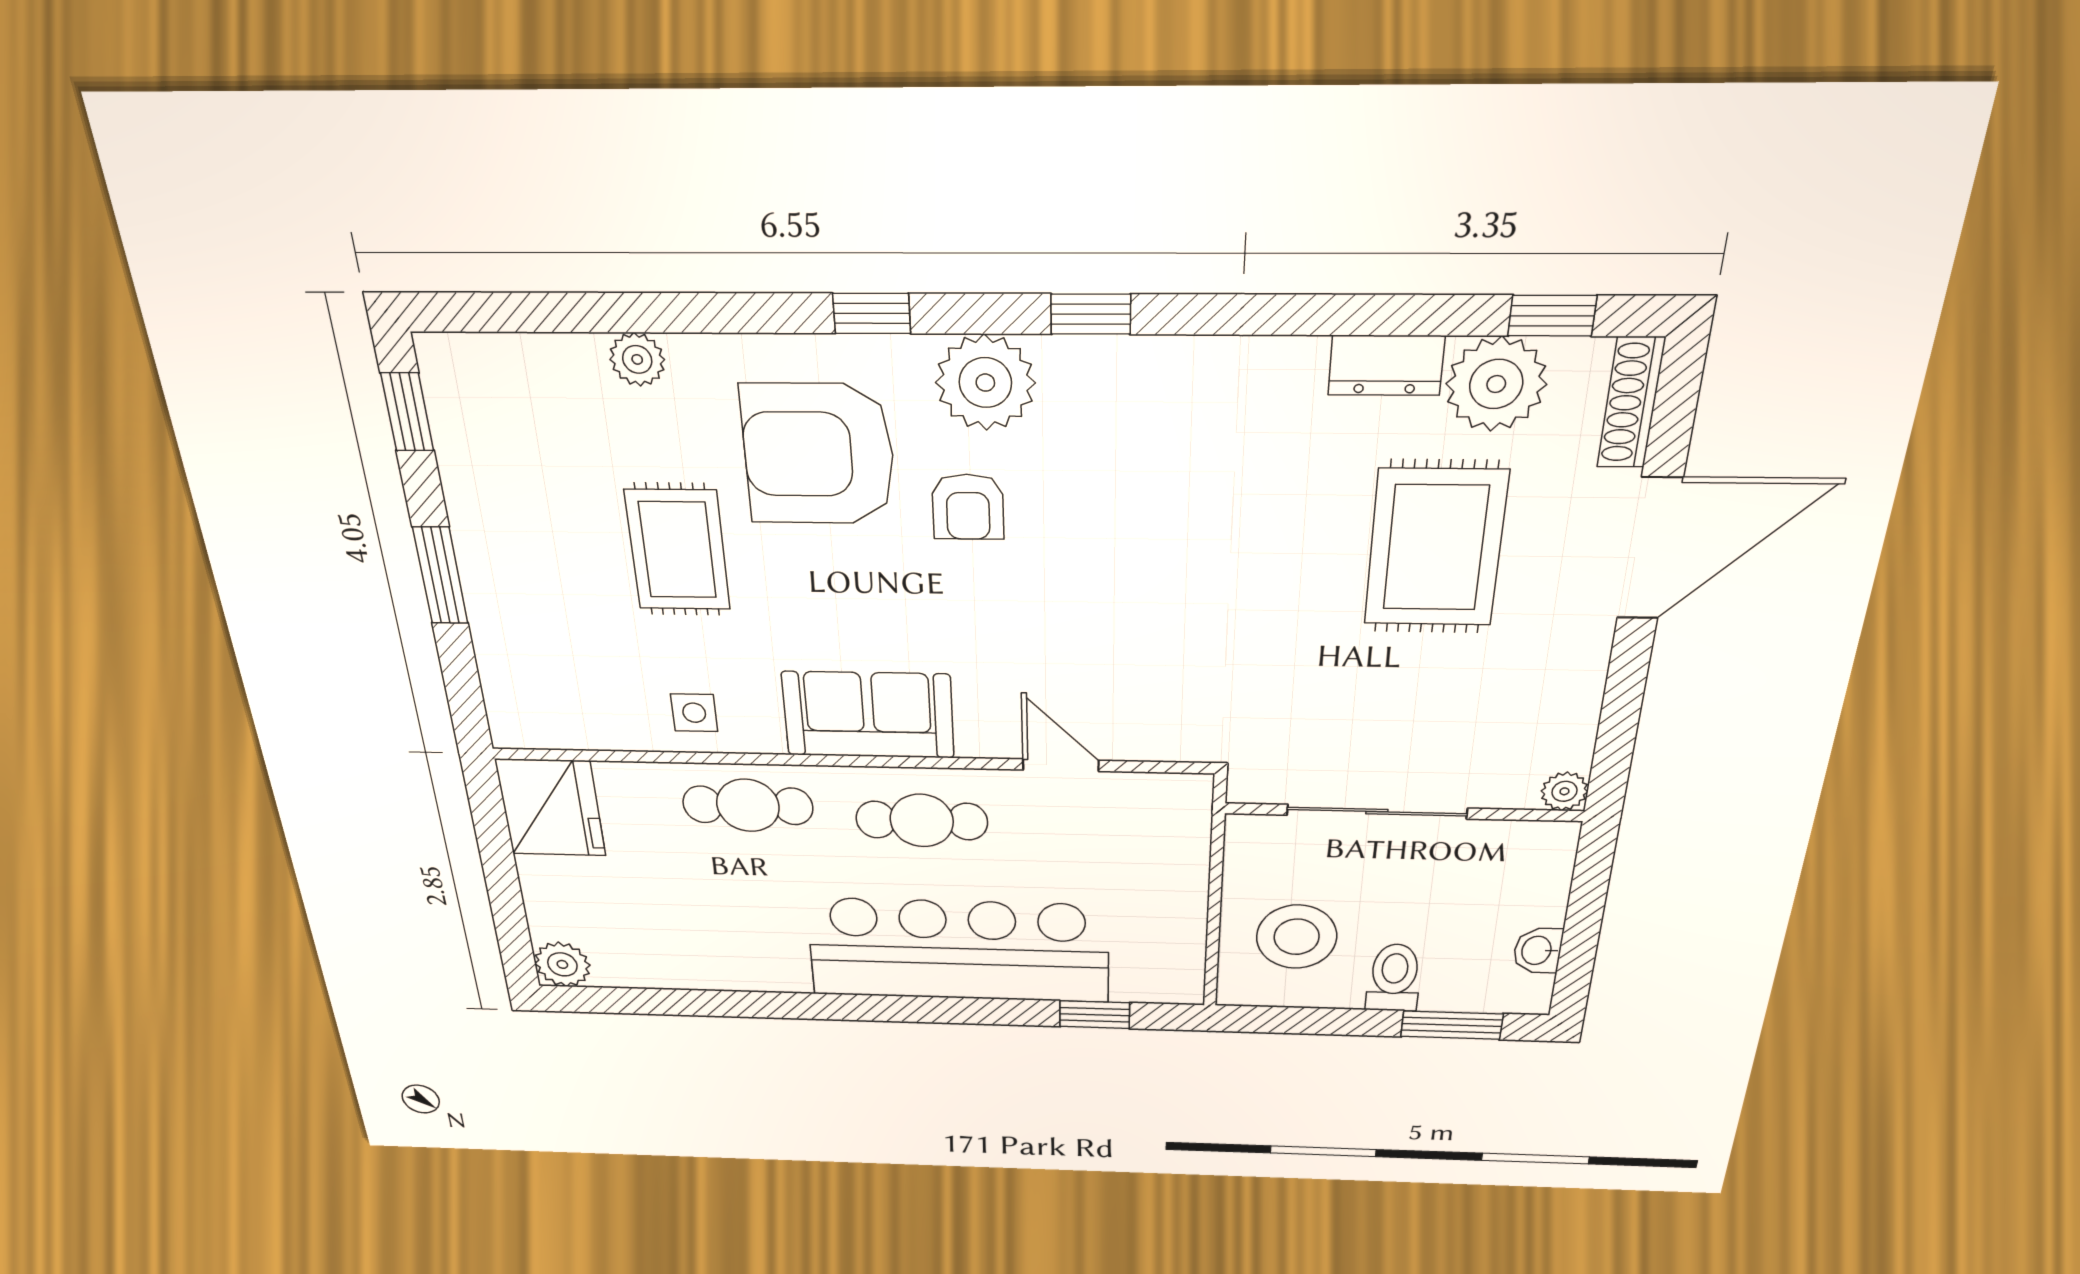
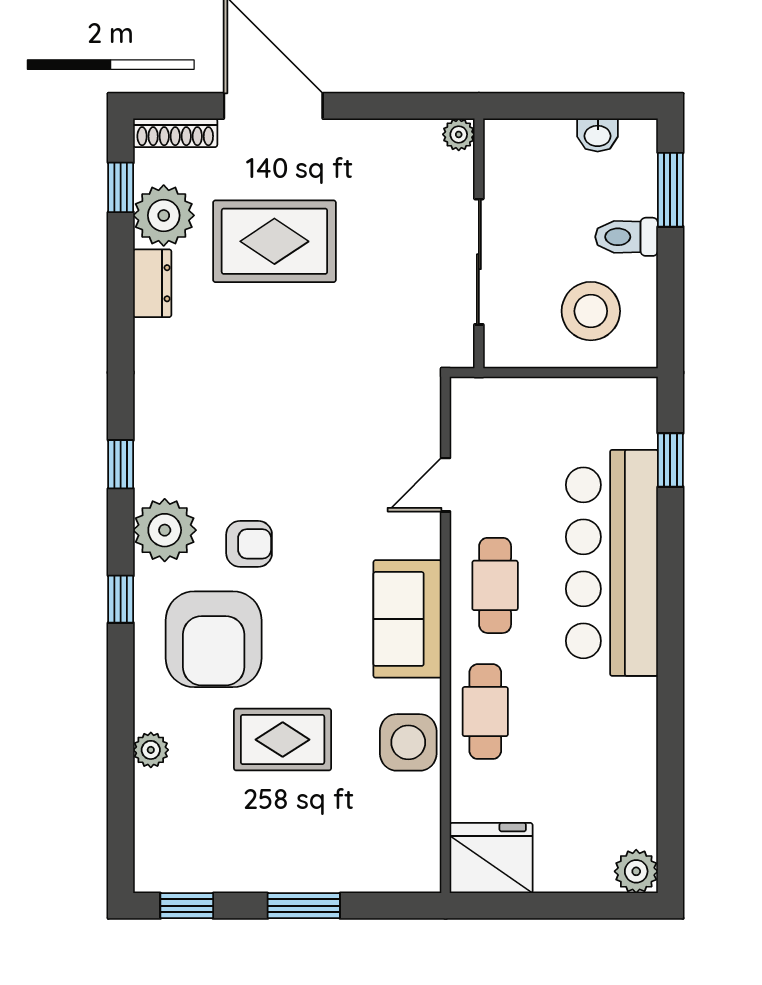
side table: (694, 713) -> (408, 742), width x1.87, depth x1.87

